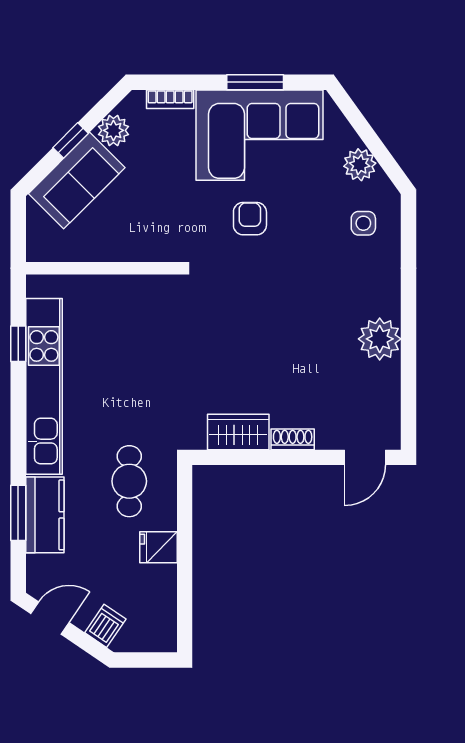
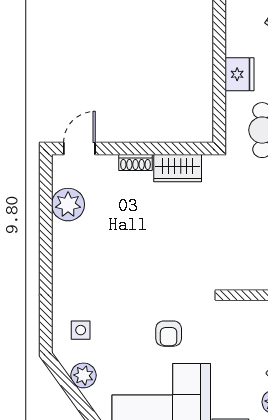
plant: (380, 339) -> (68, 205), moved
fridge: (159, 547) -> (239, 74), width x1.38

